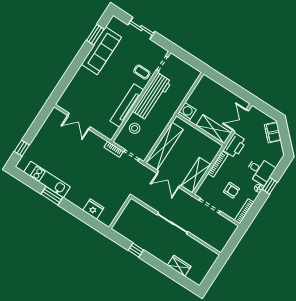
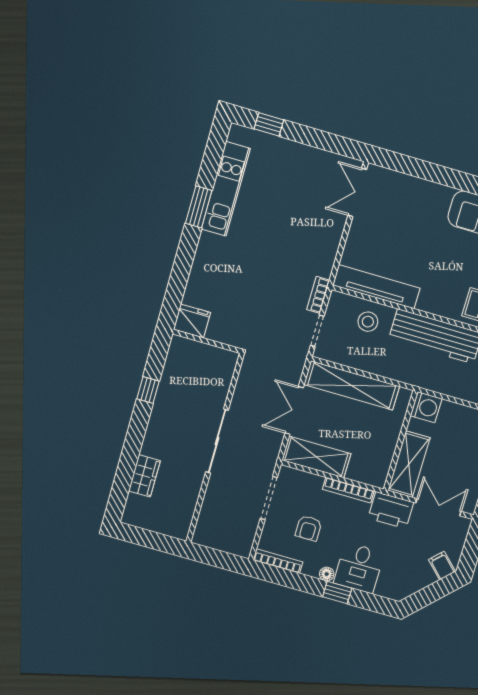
tv unit: (127, 105) -> (376, 287), moved
double door: (79, 121) -> (357, 192), moved
filing cabinet: (273, 132) -> (442, 566), width x0.50
fridge: (93, 209) -> (192, 321), moved, turned -90

